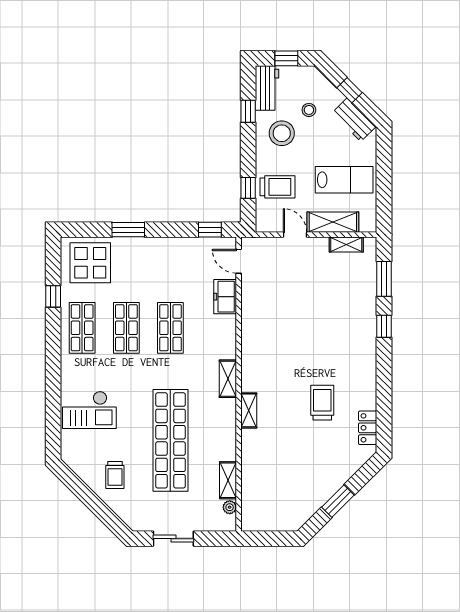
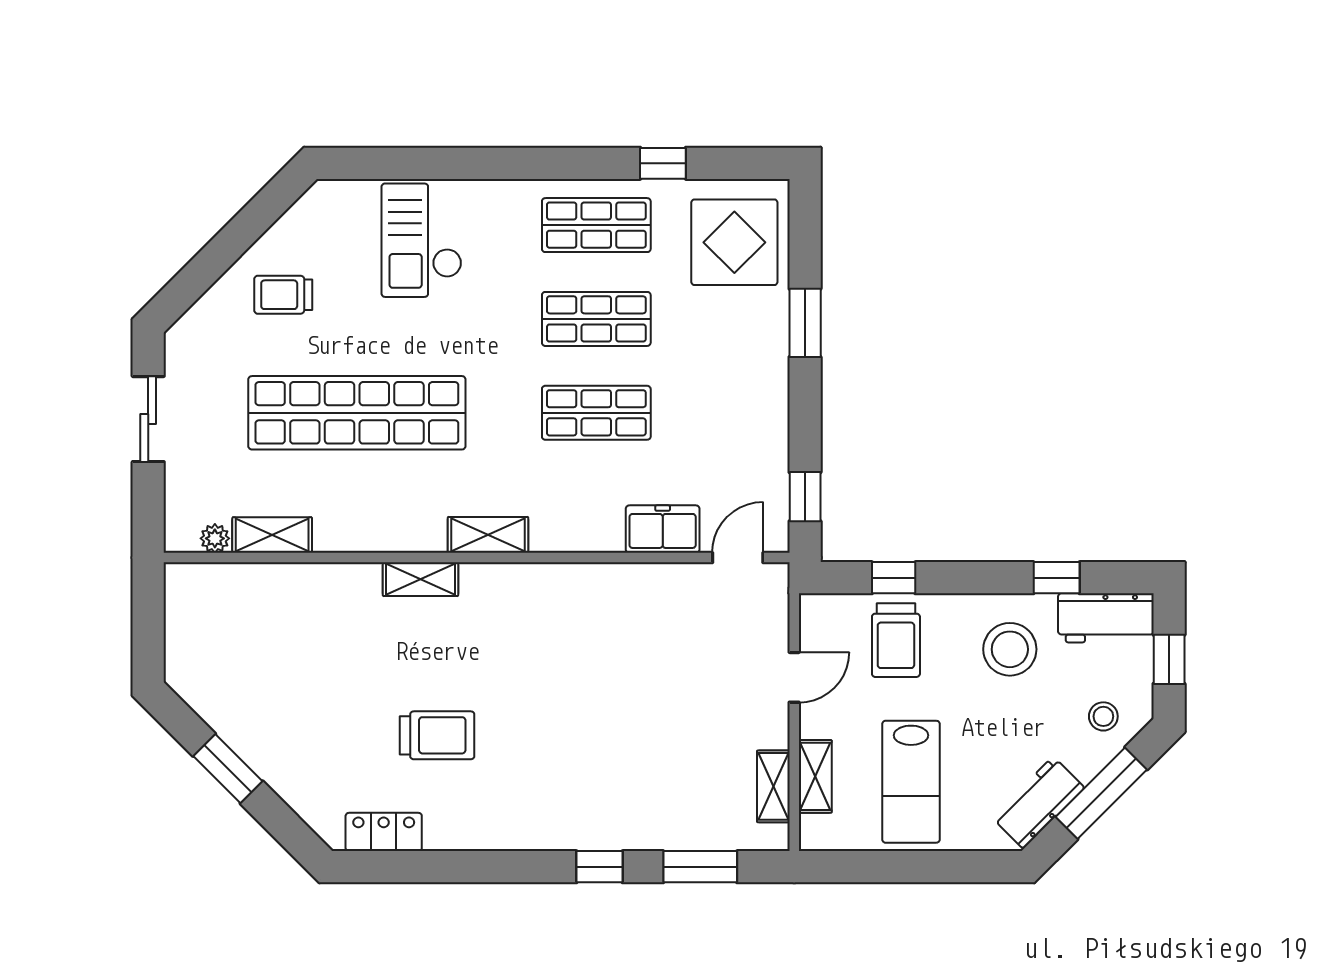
window: (349, 90) -> (1101, 793), width x2.17
stool: (309, 110) -> (1103, 716), moved
shelving: (333, 222) -> (815, 776), width x0.67, depth x0.75

